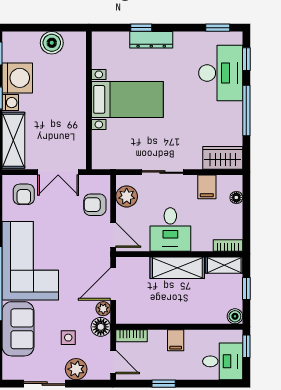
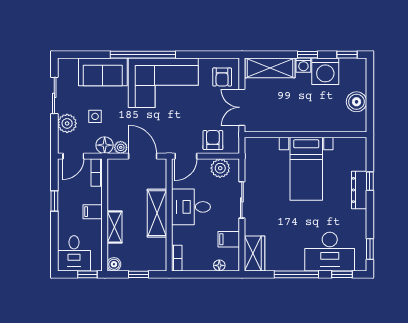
armchair: (24, 194) -> (222, 77), turned -90
shelving: (224, 265) -> (114, 227), moved

